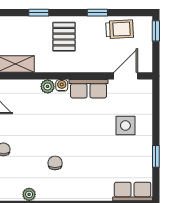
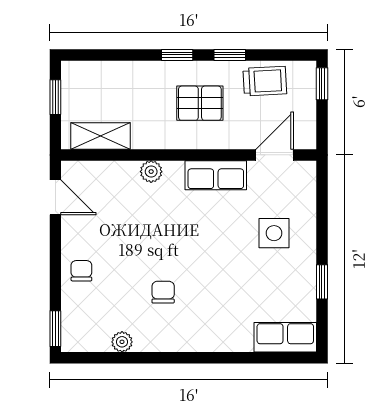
window: (39, 13) -> (177, 55), moved
pallet: (64, 37) -> (200, 103), moved, turned 90
water cooler: (62, 85) -> (174, 170), removed

